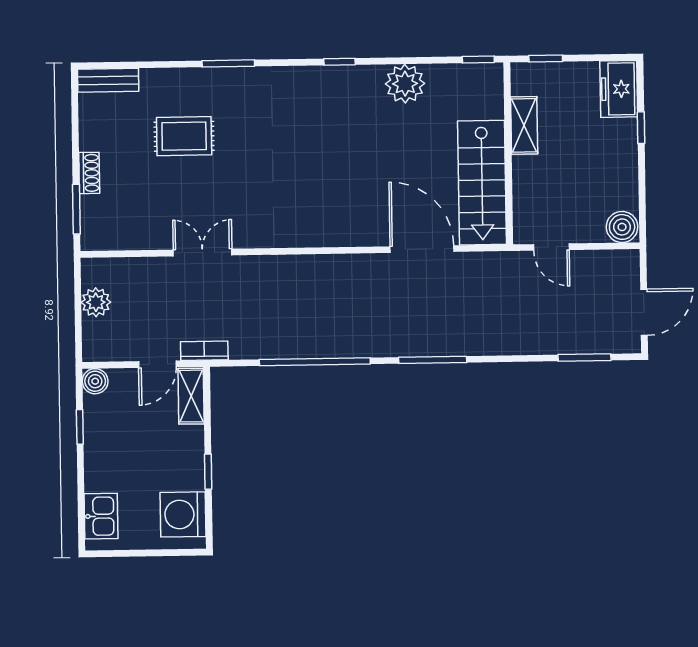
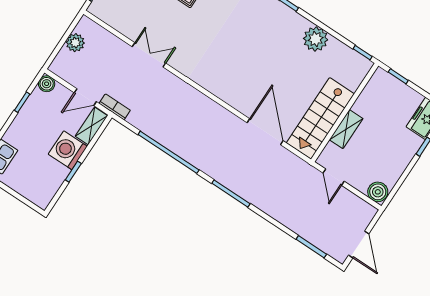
shelving: (524, 125) -> (346, 129), moved
door: (644, 312) -> (359, 244), hinge flipped
washing machine: (183, 514) -> (68, 150), moved

